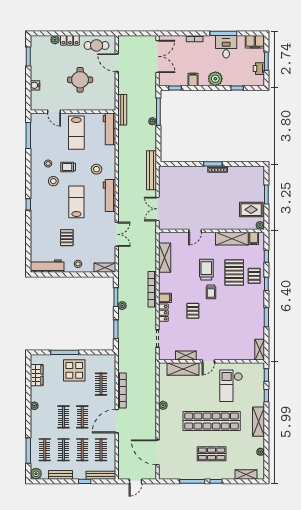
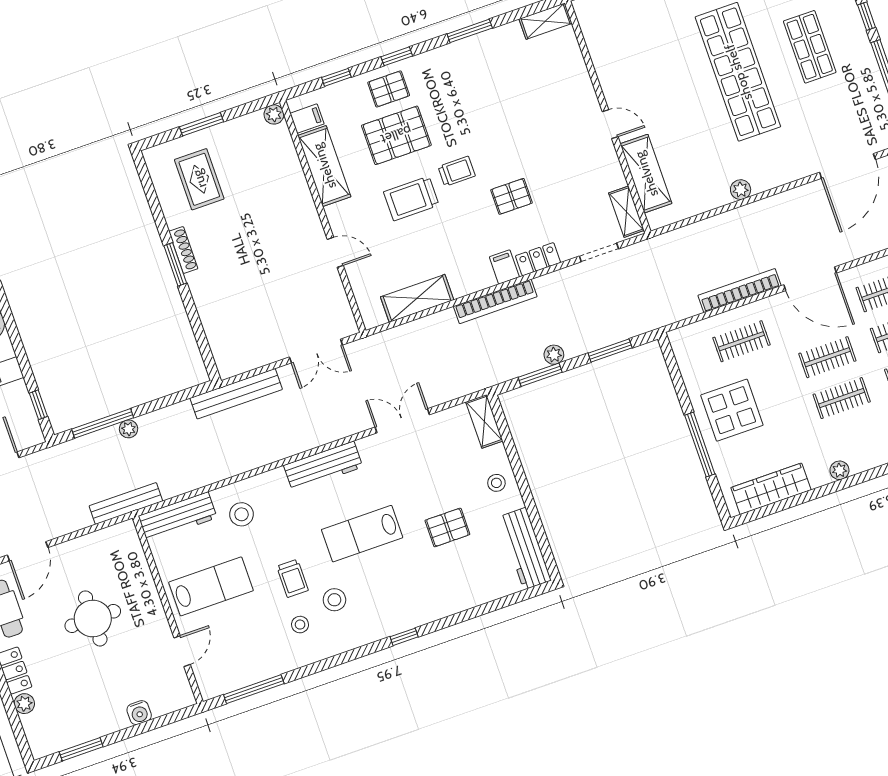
stool: (97, 169) -> (242, 514), moved
rug: (251, 210) -> (199, 179), moved
shelving: (186, 356) -> (626, 212), moved
wardrobe: (37, 375) -> (771, 489), width x1.50
checkout: (231, 386) -> (646, 56), removed

